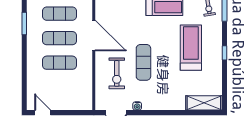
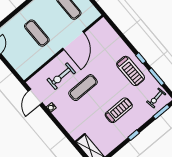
exercise mat: (60, 38) -> (53, 20), removed
treadmill: (191, 48) -> (119, 110), width x0.73, depth x0.73

